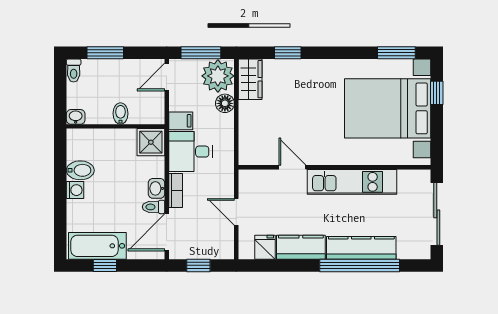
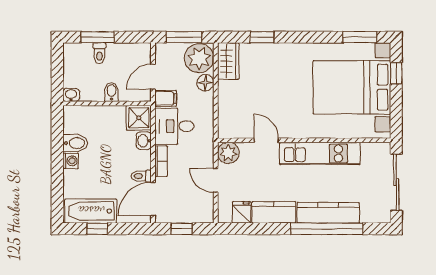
toilet: (74, 71) -> (99, 53), moved
door: (167, 77) -> (153, 77), moved
plant: (250, 181) -> (228, 153), added
washbasin: (157, 188) -> (144, 141), moved

